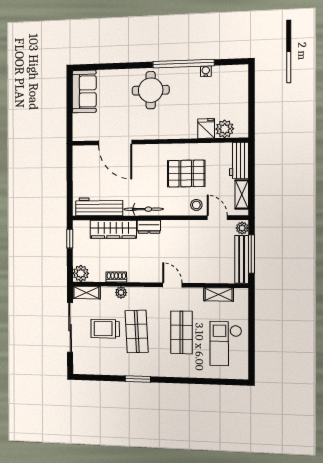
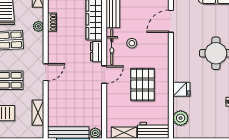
fridge: (206, 128) -> (181, 89), moved
door: (115, 143) -> (171, 21), width x0.73
stool: (196, 205) -> (132, 43), moved
door: (217, 218) -> (104, 75), moved

